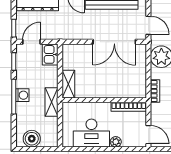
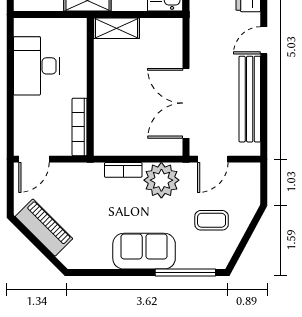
bookcase: (155, 91) -> (123, 170), moved
plant: (116, 142) -> (22, 106), removed

